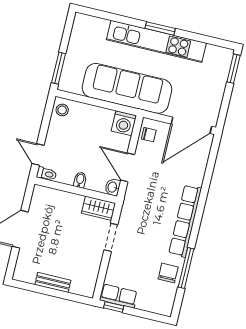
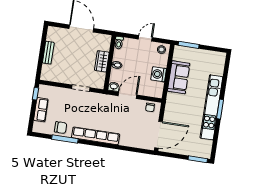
sofa: (127, 88) -> (179, 77), width x0.54, depth x0.79
washing machine: (124, 123) -> (159, 74), moved
door: (191, 125) -> (159, 135), swing flipped
door: (38, 154) -> (145, 38), moved
wardrobe: (99, 208) -> (102, 61), moved
row of seats: (119, 296) -> (41, 110), moved

